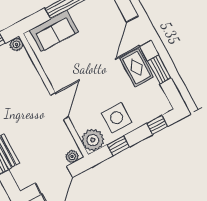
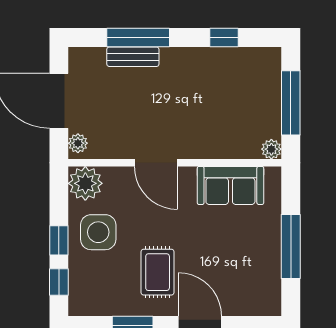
sofa: (54, 31) -> (230, 185), moved, turned -90
rug: (137, 68) -> (158, 272), moved, turned 90
window: (118, 146) -> (59, 240), moved

